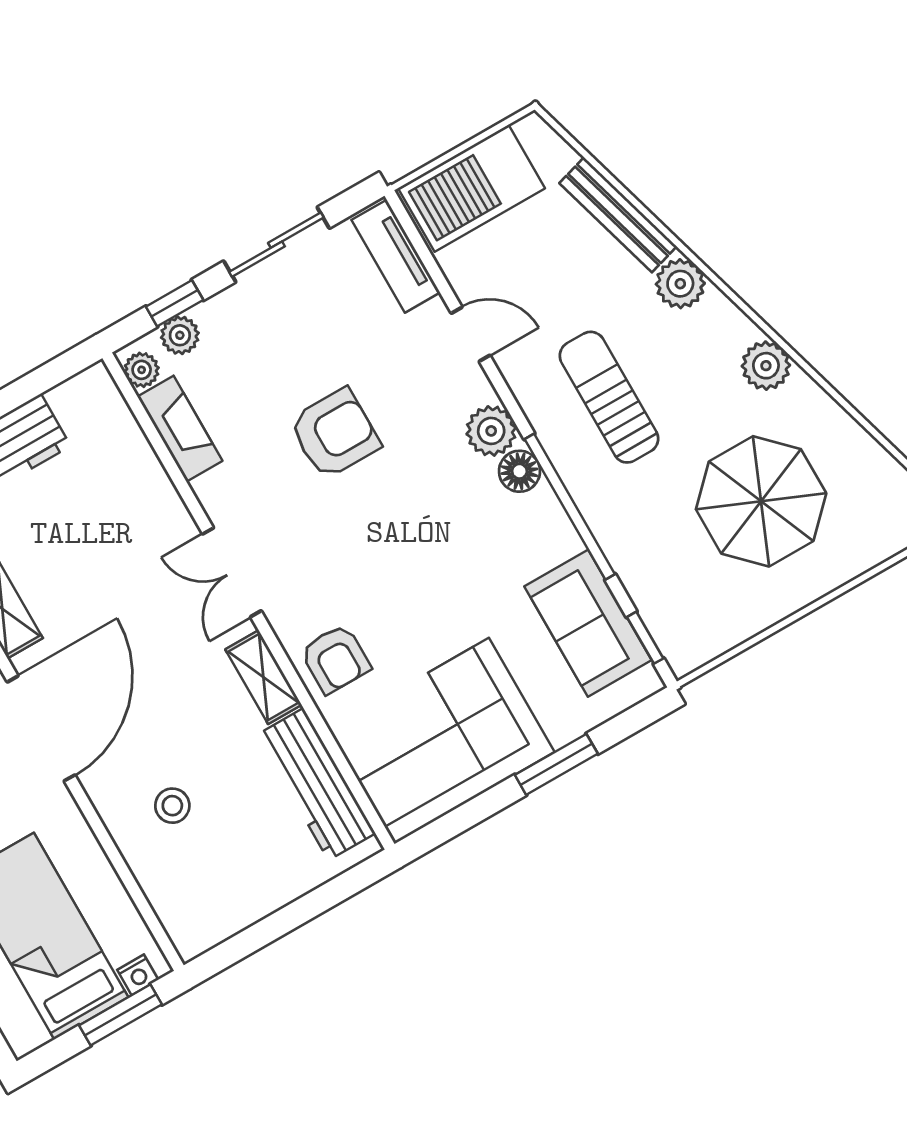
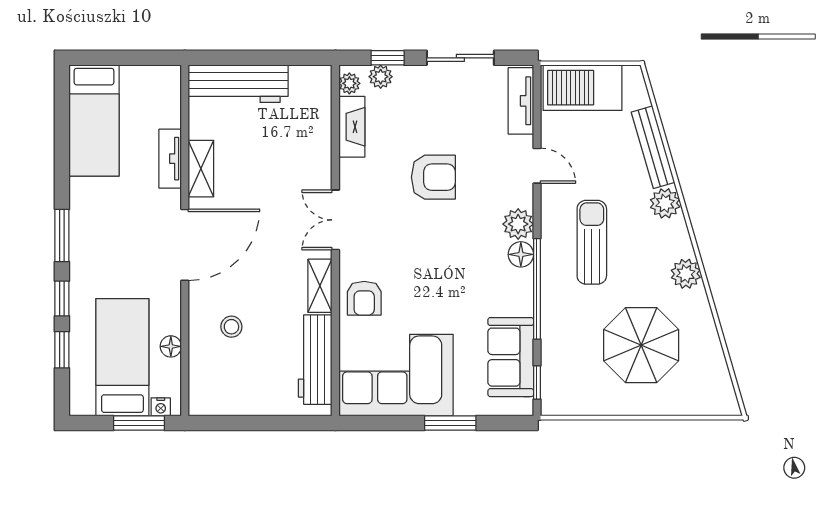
floor lamp: (103, 882) -> (171, 346), added

